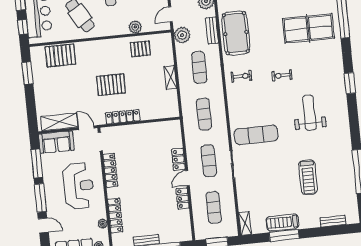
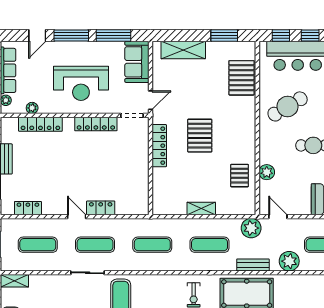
shelving: (59, 122) -> (183, 50), moved, turned 90
locker: (183, 198) -> (28, 208), moved

